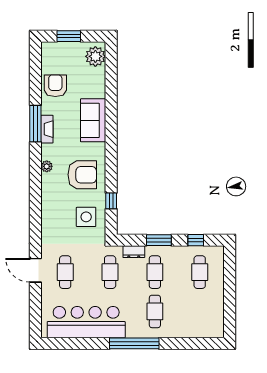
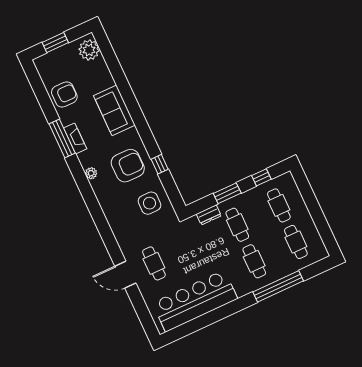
armchair: (55, 86) -> (64, 94), turned 90
window: (111, 201) -> (160, 164), moved
cafe table: (110, 272) -> (296, 242), moved
window: (134, 343) -> (278, 286), moved

